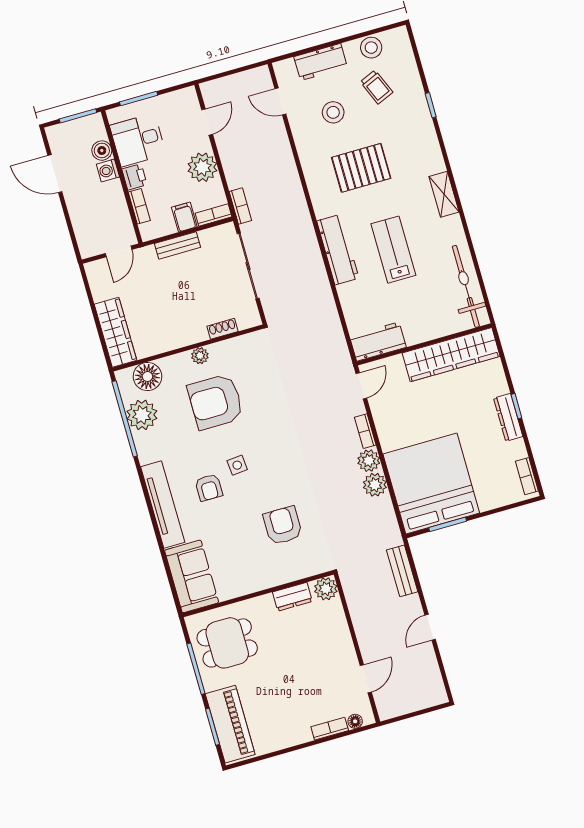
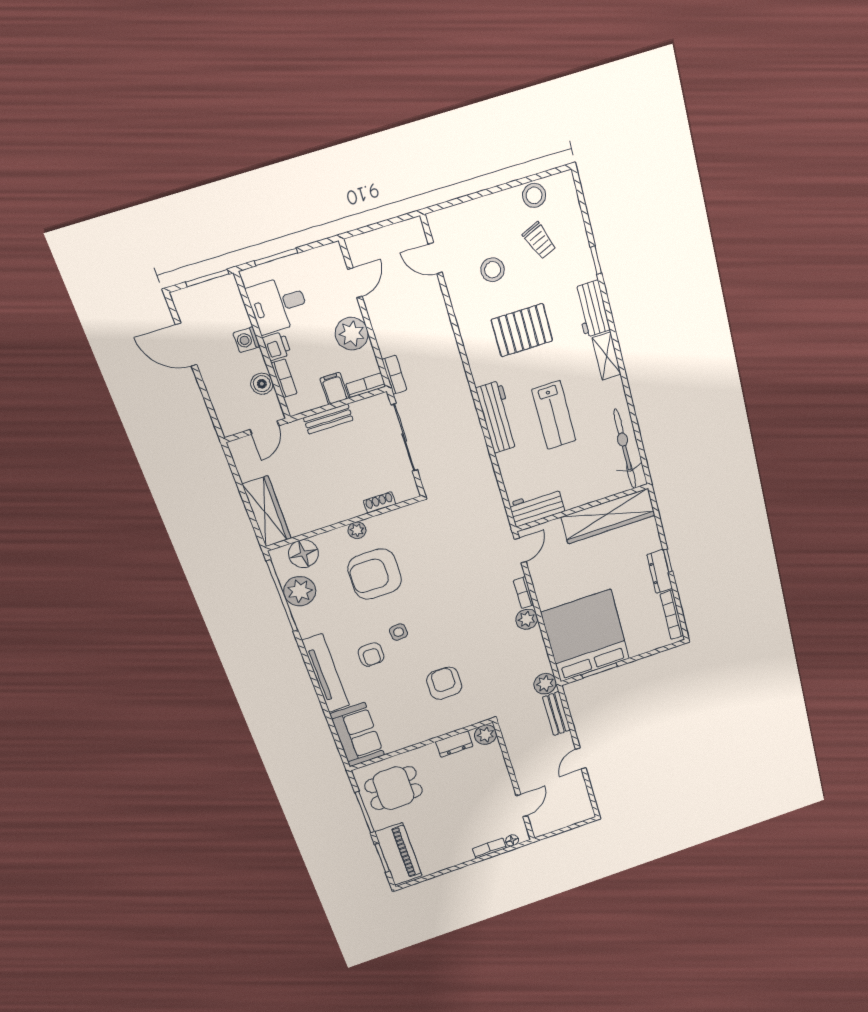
workbench: (321, 62) -> (592, 309), moved, turned 90
boiler: (102, 151) -> (262, 384), moved
lab bench: (393, 250) -> (554, 415), turned 180
bookcase: (527, 476) -> (672, 615), width x1.56
plant: (375, 485) -> (545, 684), moved

